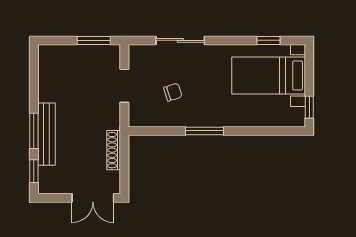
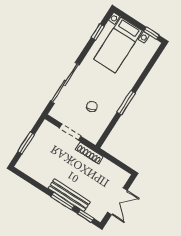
window: (94, 40) -> (26, 143), moved
sliding door: (180, 40) -> (65, 83), width x1.37
shoe rack: (114, 150) -> (89, 153), moved
double door: (93, 198) -> (117, 201), moved

